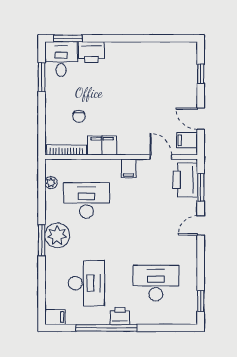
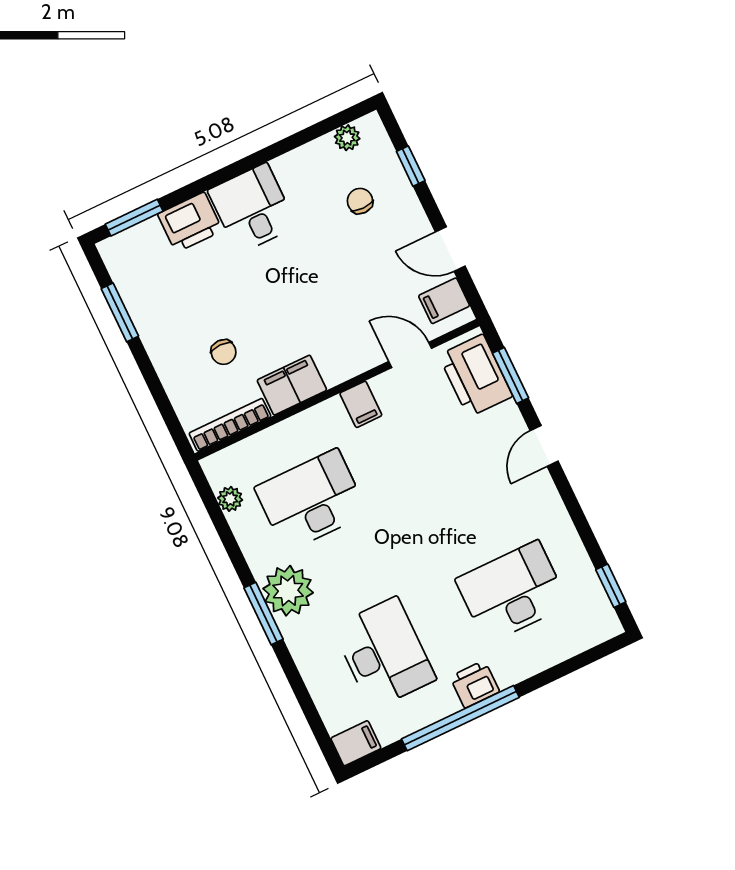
plant: (179, 48) -> (347, 138), added
desk: (61, 59) -> (252, 208), moved
chair: (171, 78) -> (360, 201), added

